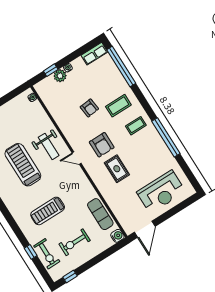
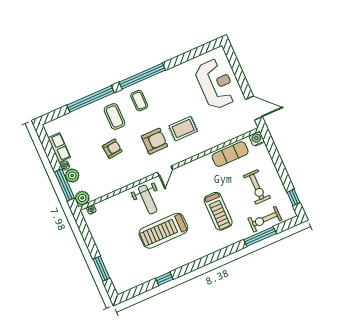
row of seats: (94, 54) -> (59, 147), moved
window: (121, 67) -> (91, 99), moved
window: (51, 70) -> (64, 185), width x2.17
plant: (41, 88) -> (82, 198), added
window: (166, 137) -> (142, 76), moved
weight bench: (49, 146) -> (148, 200), turned 90
window: (31, 252) -> (260, 237), width x2.17
exercise bike: (47, 254) -> (265, 219), turned 180

